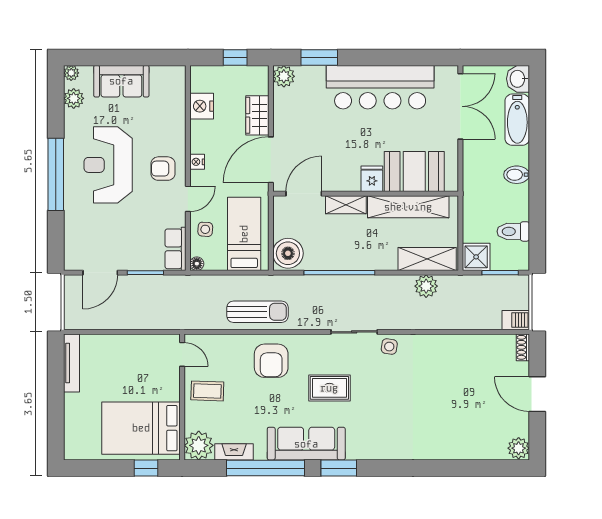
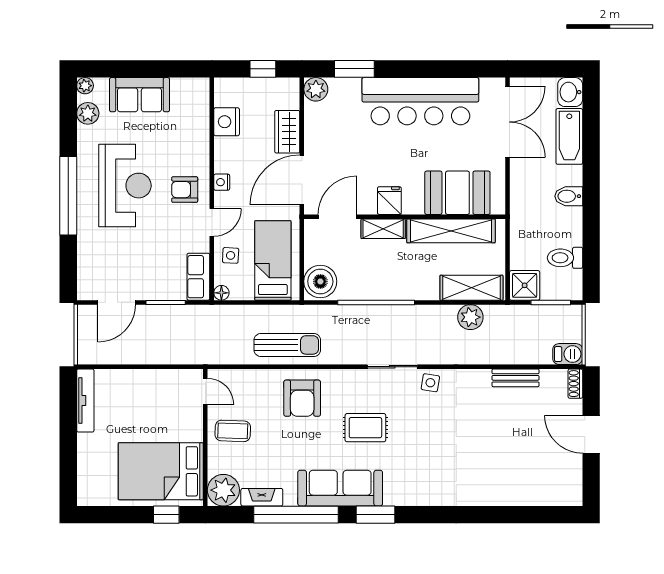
reception desk: (108, 165) -> (125, 186), turned 180
fridge: (372, 179) -> (389, 201), moved
bench: (468, 342) -> (516, 378), added
plant: (519, 448) -> (571, 493), removed

